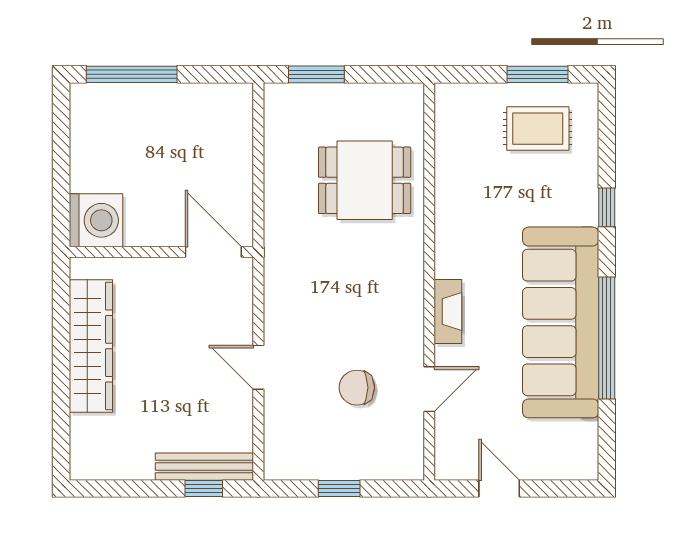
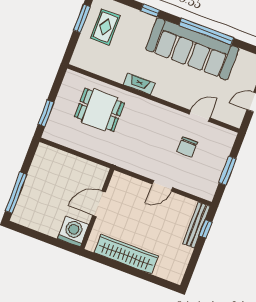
dining table: (365, 180) -> (99, 110), turned 90
door: (213, 252) -> (99, 204), moved
fireplace: (448, 311) -> (139, 84), moved
door: (429, 389) -> (200, 116), hinge flipped
window: (339, 488) -> (228, 171), width x1.50

